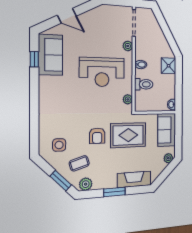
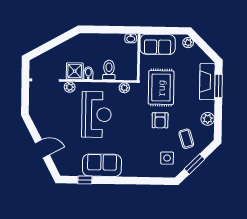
door: (67, 16) -> (42, 149), hinge flipped
sofa: (51, 55) -> (102, 165), moved
shower: (169, 66) -> (75, 71), moved
armchair: (97, 136) -> (160, 120), turned 90
window: (61, 181) -> (194, 164), moved
plant: (86, 184) -> (208, 119), moved
window: (114, 192) -> (218, 86), moved

